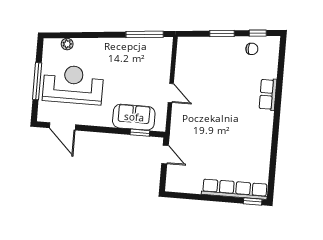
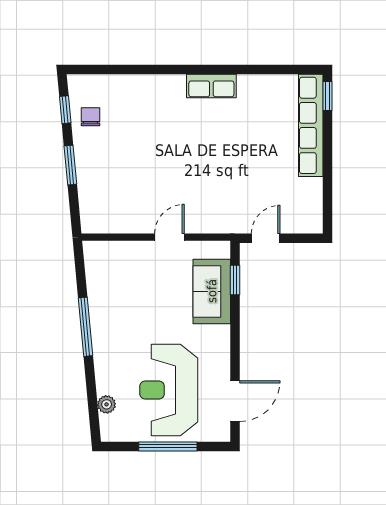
window: (145, 34) -> (85, 327), moved
row of seats: (268, 94) -> (211, 86), moved

